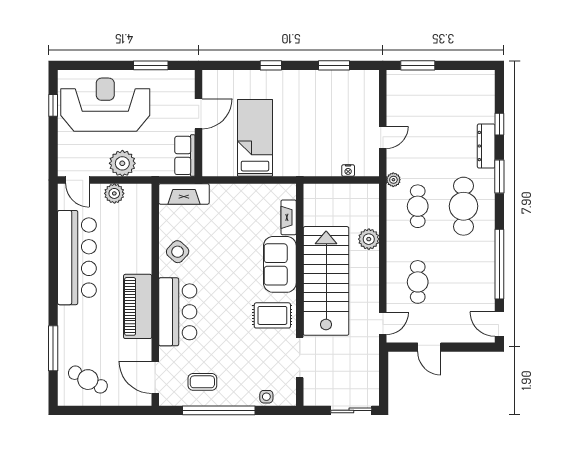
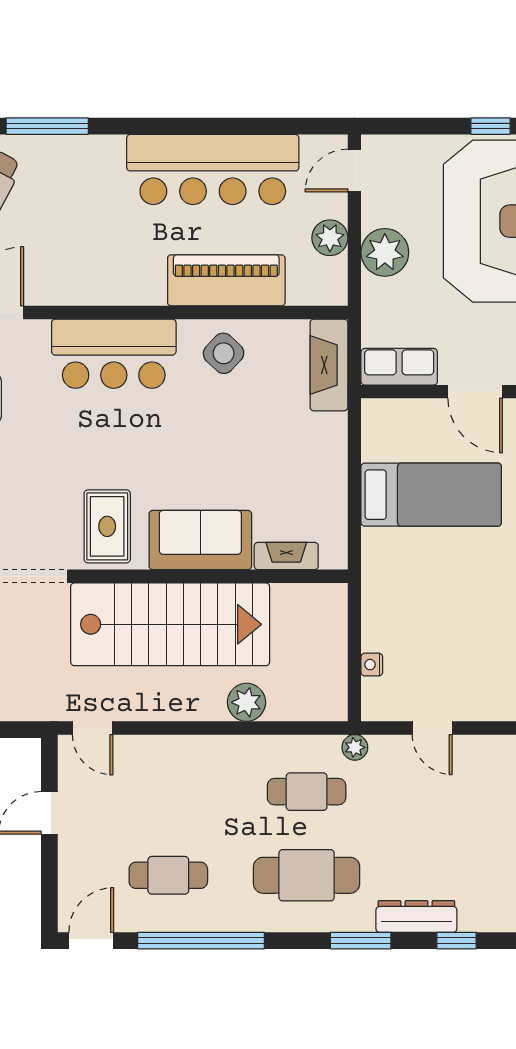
cafe table: (418, 282) -> (168, 875), moved
piano: (138, 306) -> (226, 280), moved

